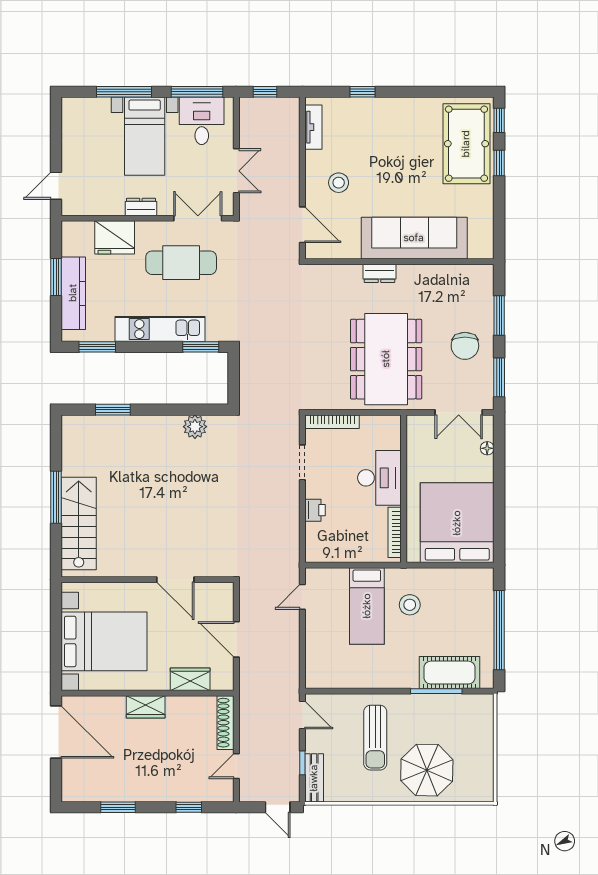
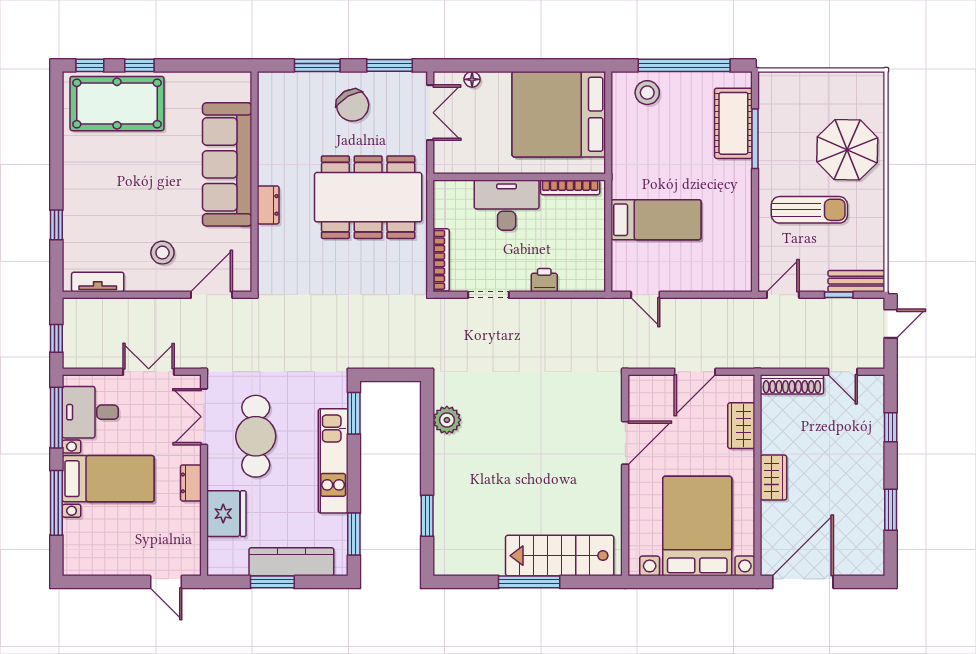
chair: (465, 346) -> (353, 105), turned 60
stool: (410, 605) -> (647, 93), moved

